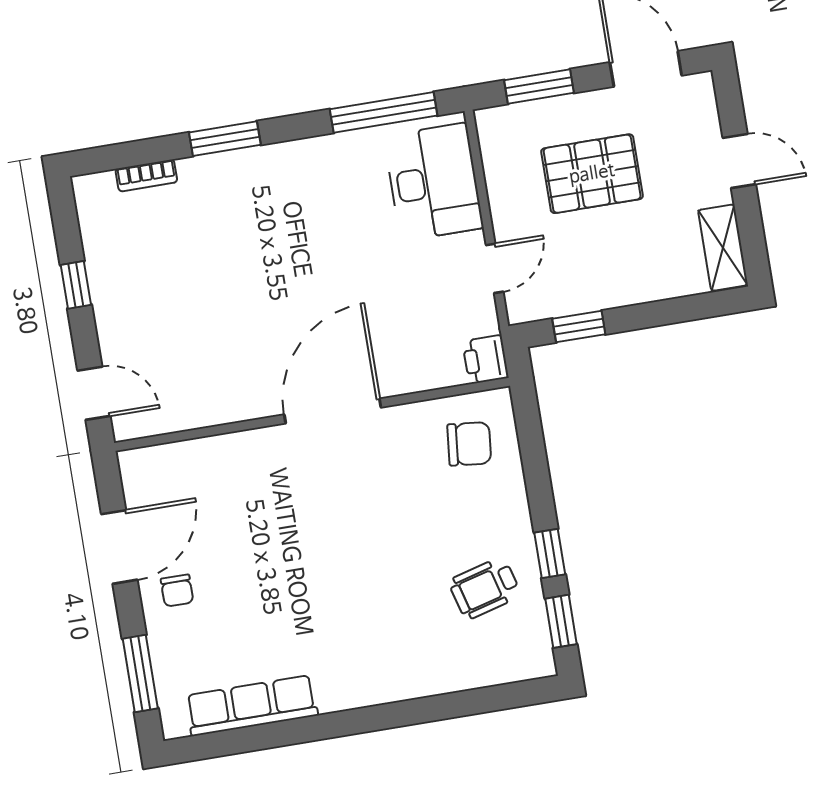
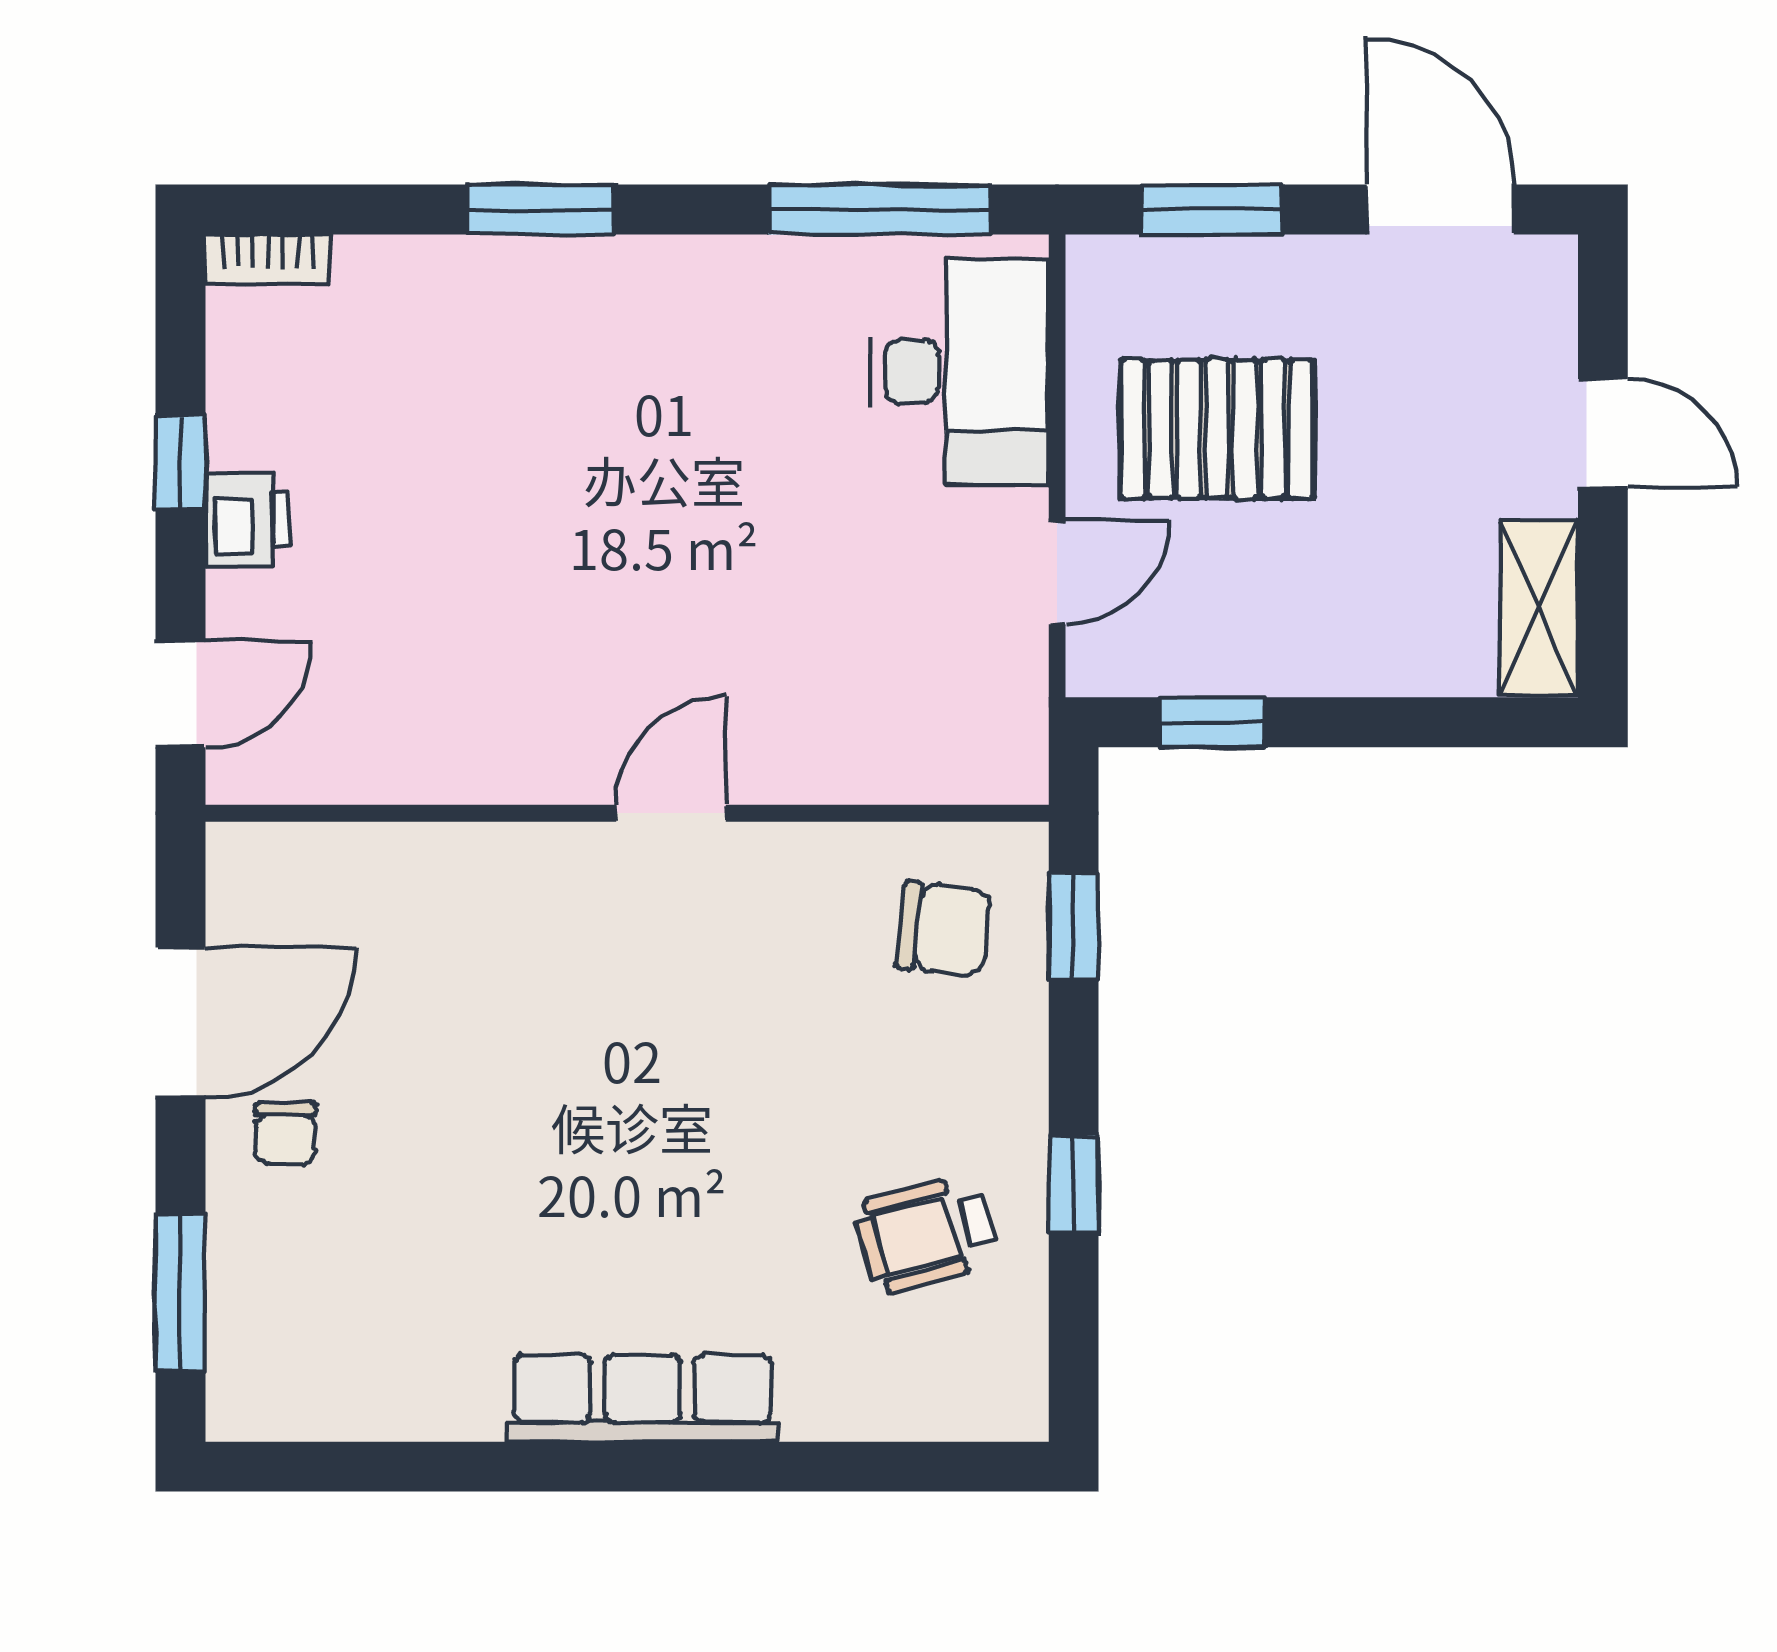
pallet: (592, 174) -> (1217, 429), moved
bookcase: (146, 175) -> (268, 259), moved
printer: (485, 359) -> (247, 519), moved, turned 180
door: (94, 393) -> (180, 694), hinge flipped
door: (333, 411) -> (671, 813), width x0.53
window: (561, 621) -> (1074, 926), moved
row of seats: (252, 706) -> (642, 1398), moved

